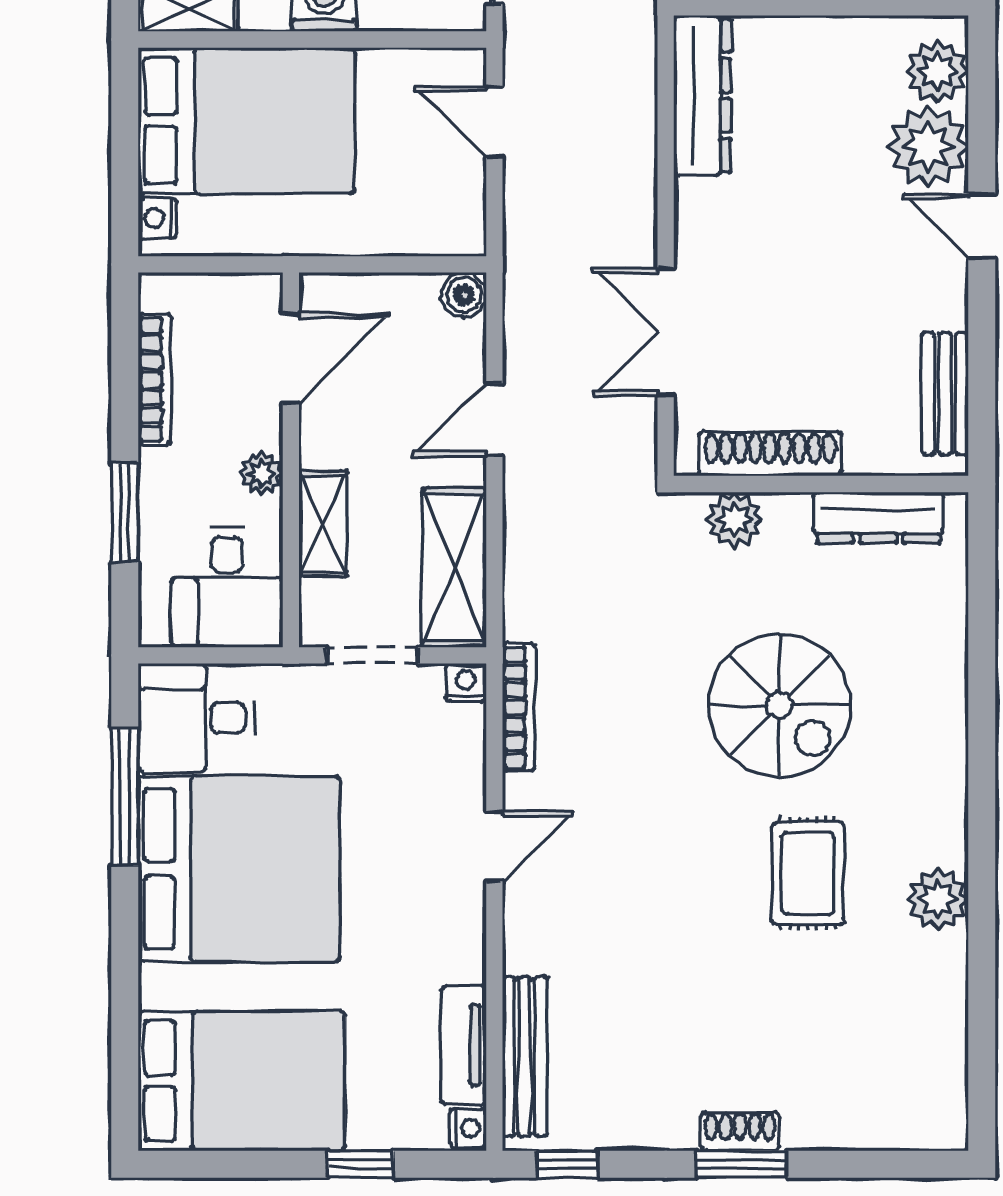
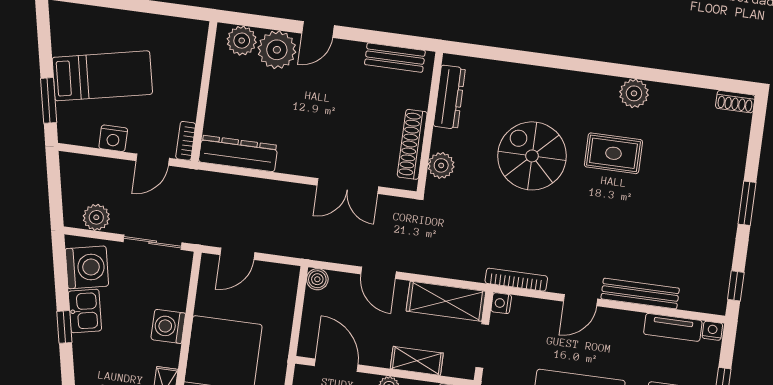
spiral stairs: (780, 705) -> (532, 156), turned -90
door: (494, 846) -> (581, 300), swing flipped
bench: (525, 1056) -> (640, 294), moved
shoe rack: (740, 1132) -> (735, 102), moved, turned -90

